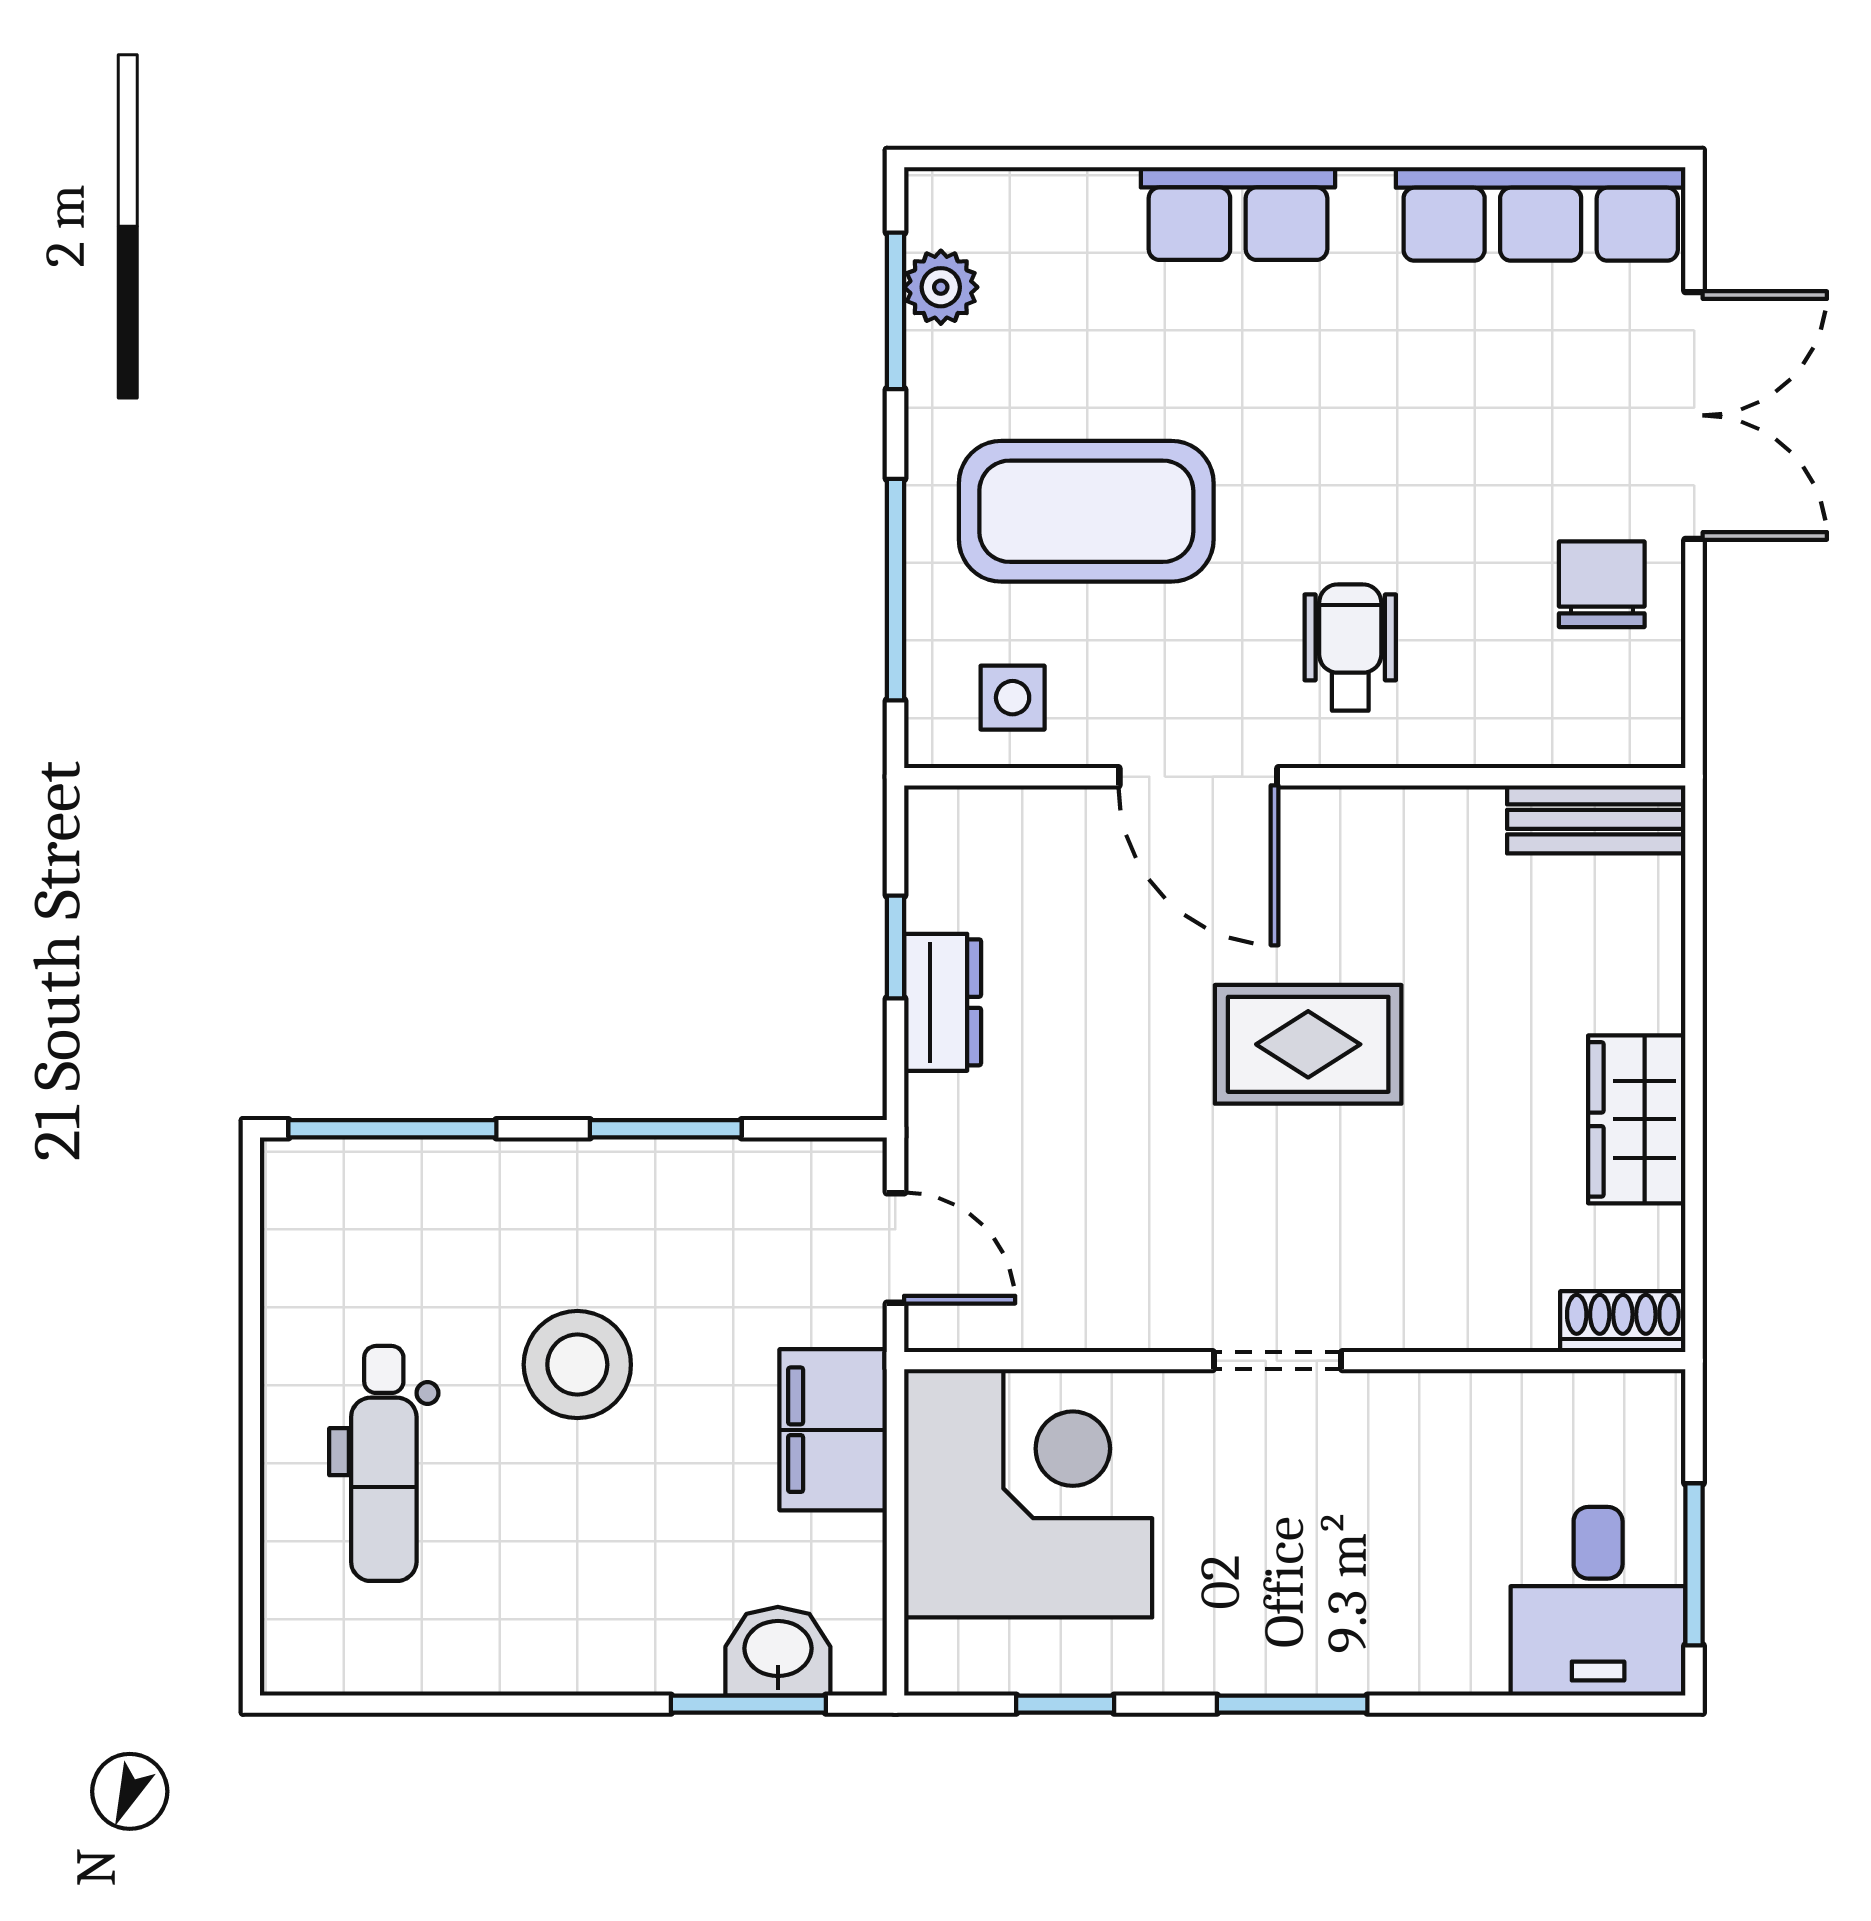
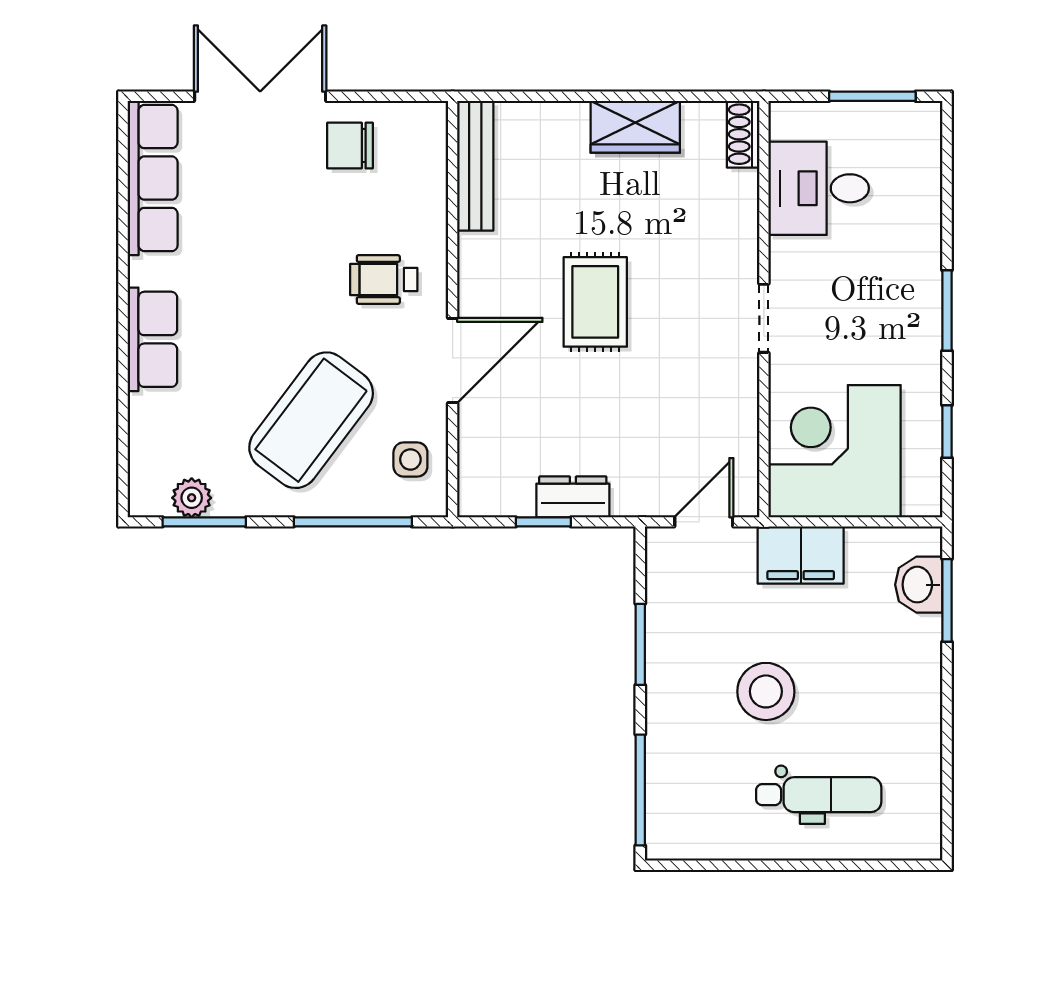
coffee table: (1086, 511) -> (311, 420), turned 37
bench: (1596, 819) -> (475, 166), width x1.36
desk: (1598, 1601) -> (819, 188), moved, turned 180

